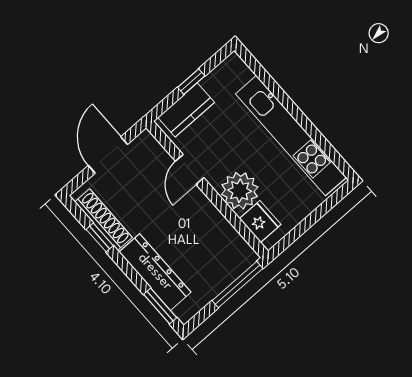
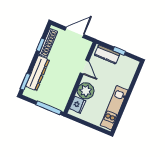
kitchen unit: (291, 136) -> (114, 108), width x0.73
door: (190, 169) -> (84, 67), swing flipped

